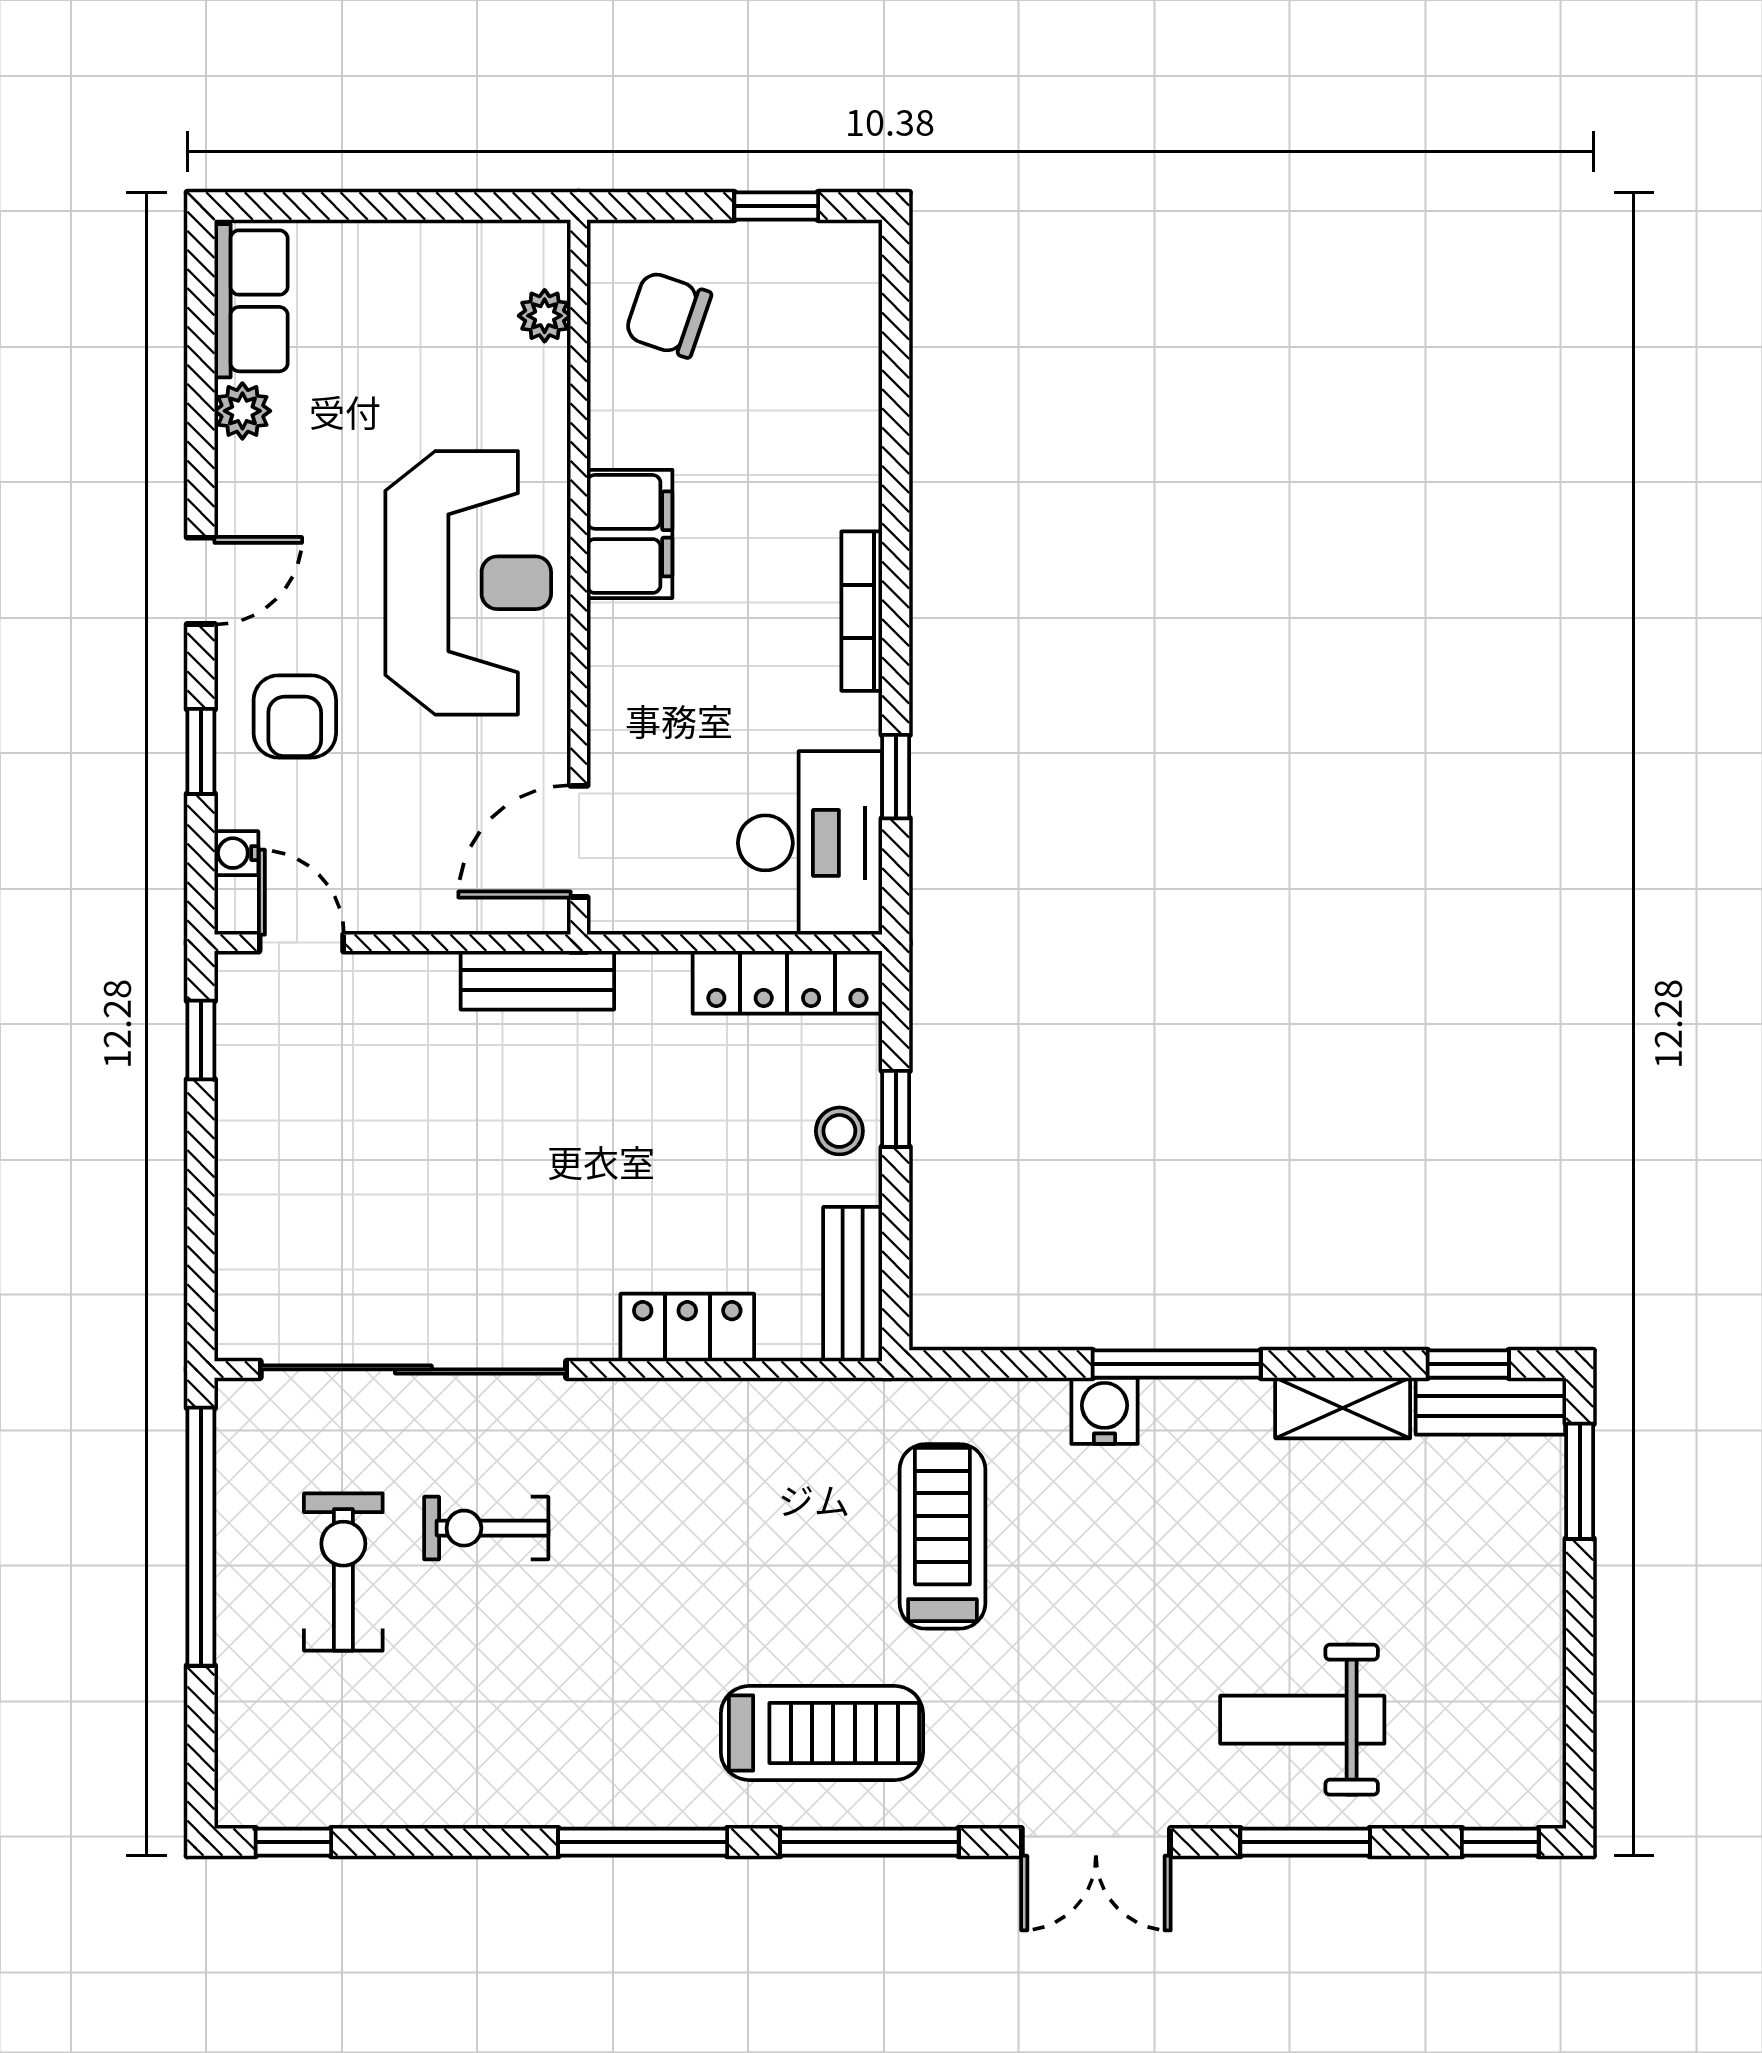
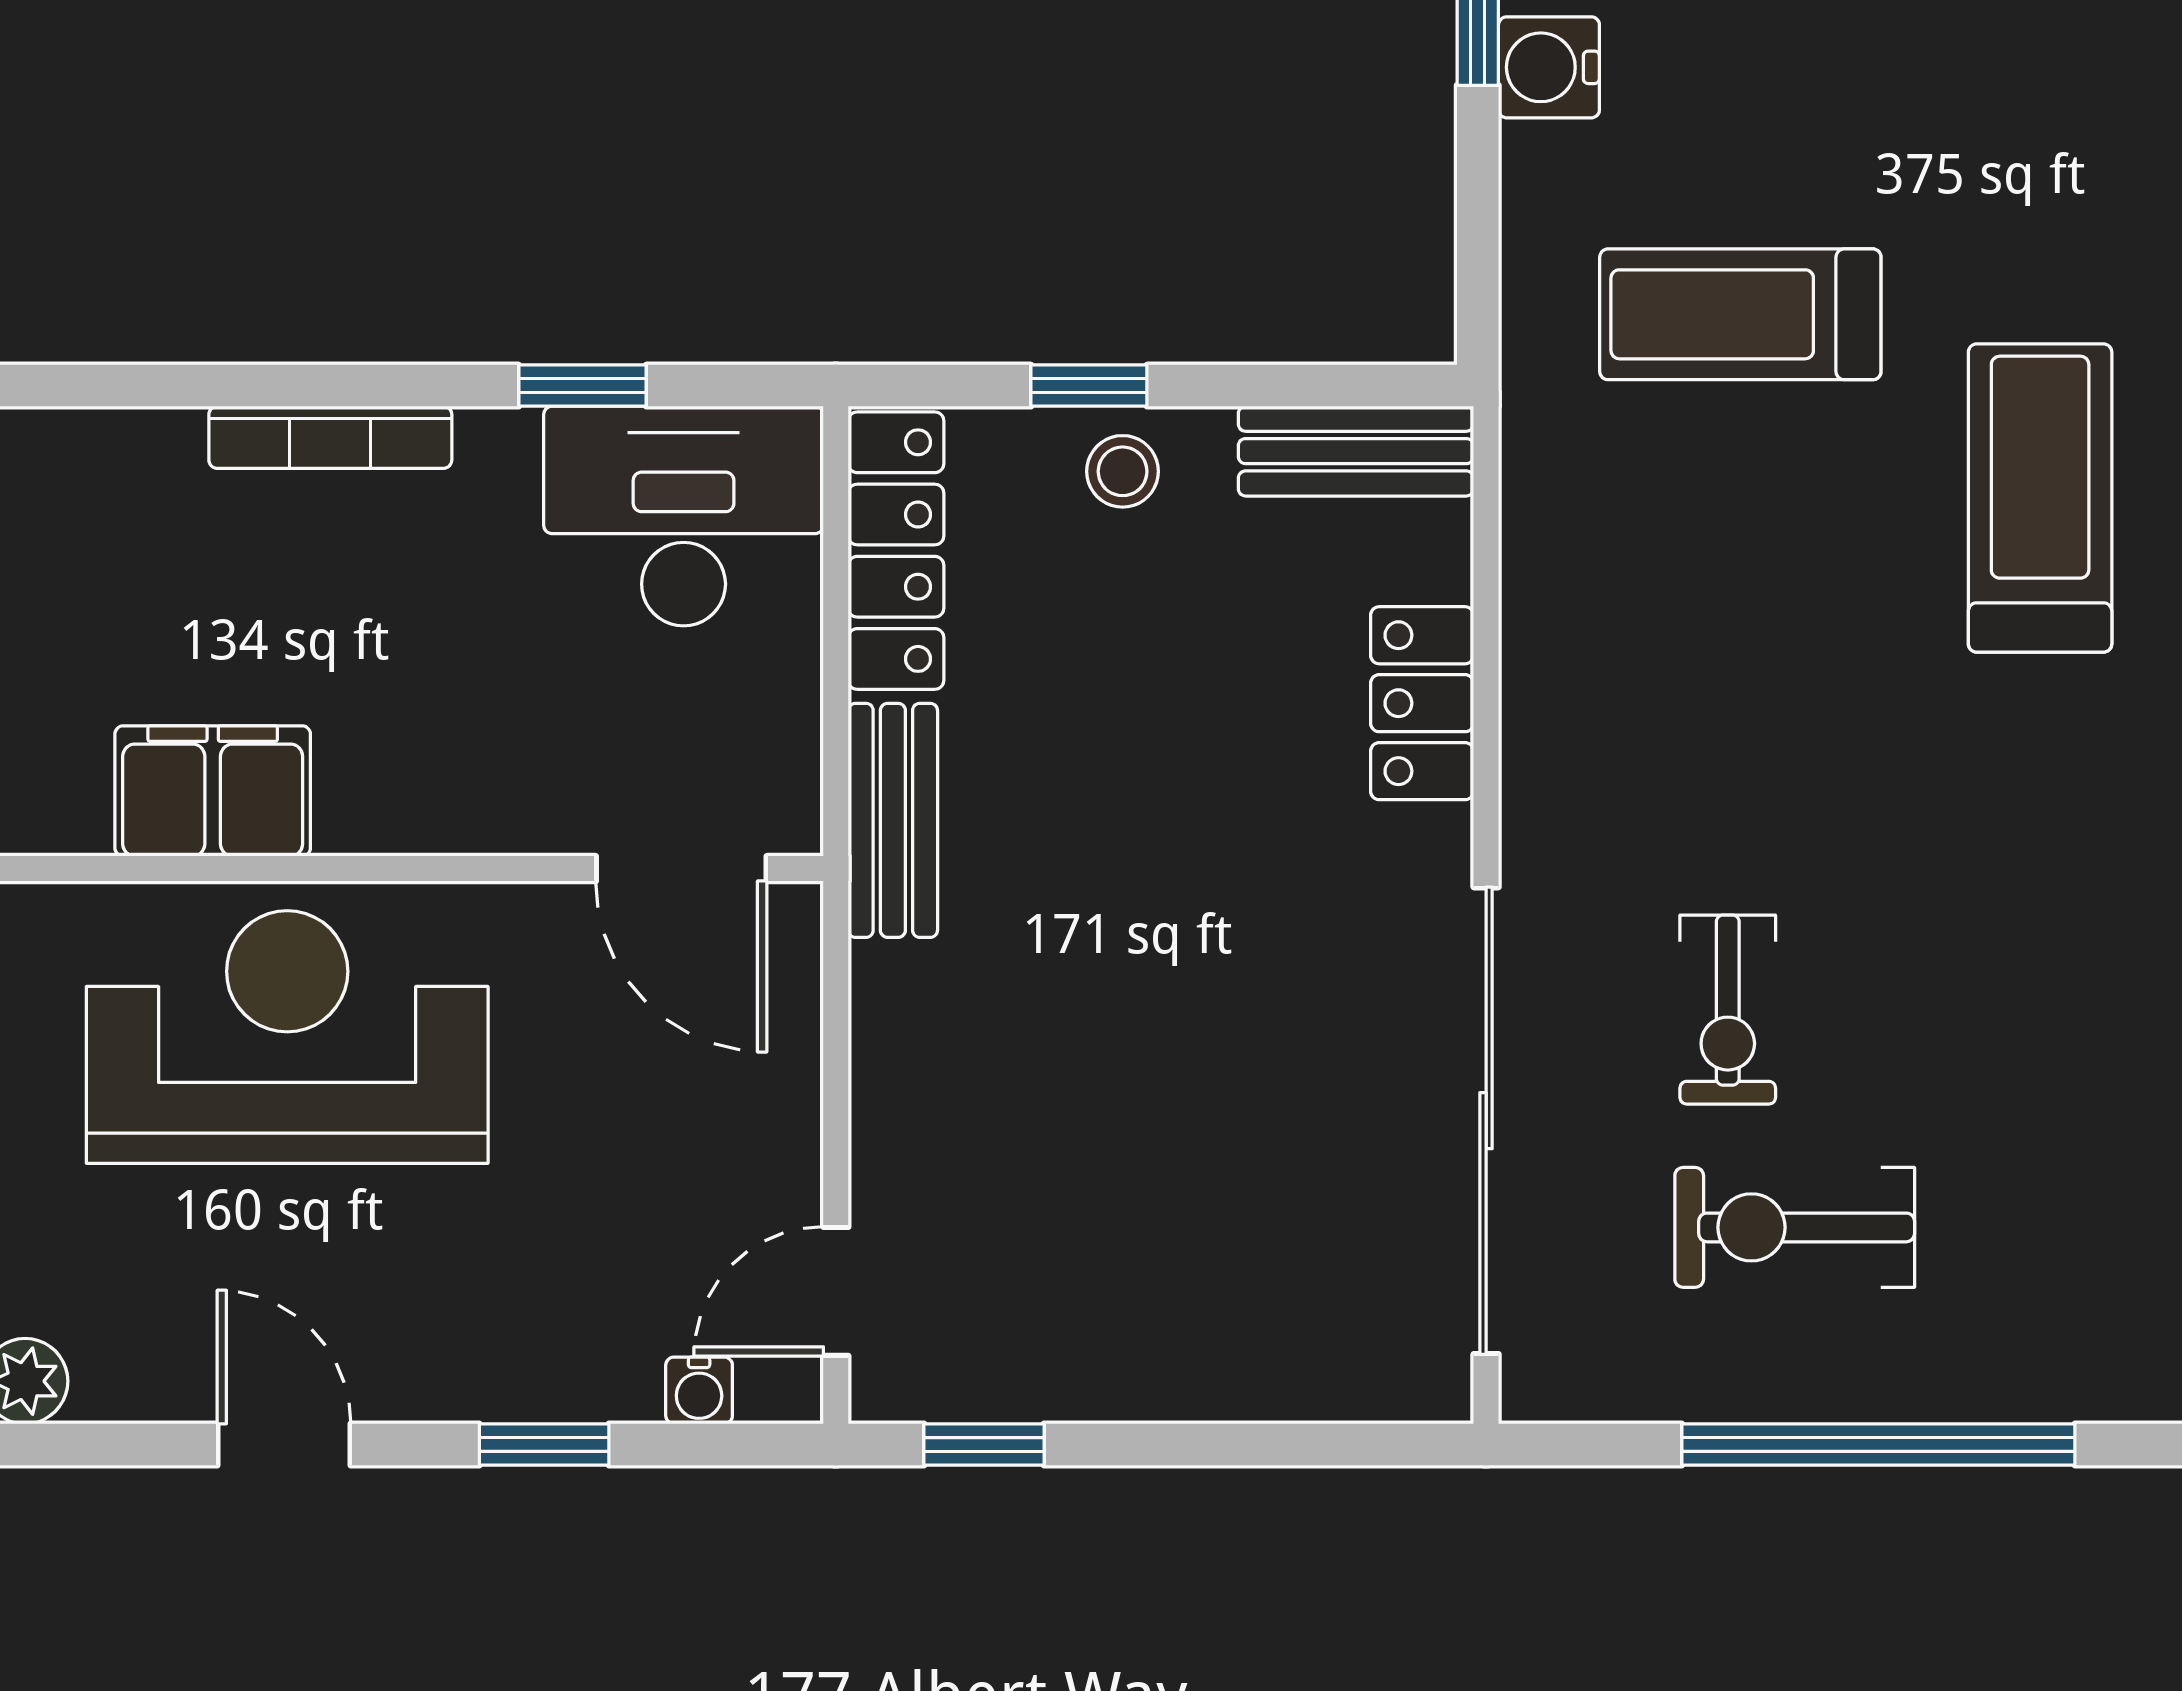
armchair: (295, 717) -> (491, 1301), removed
bench: (537, 980) -> (893, 820), moved
window: (201, 1537) -> (1878, 1444), moved

